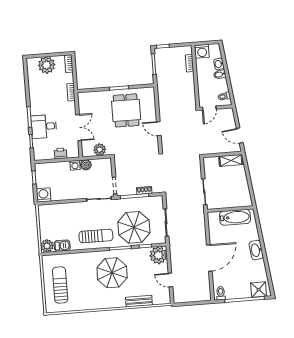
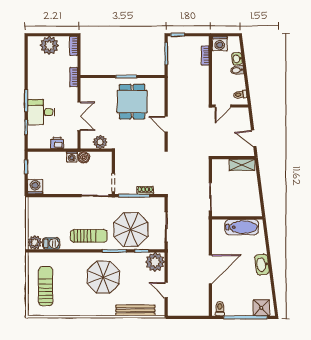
bench: (139, 301) -> (135, 310), width x1.36

